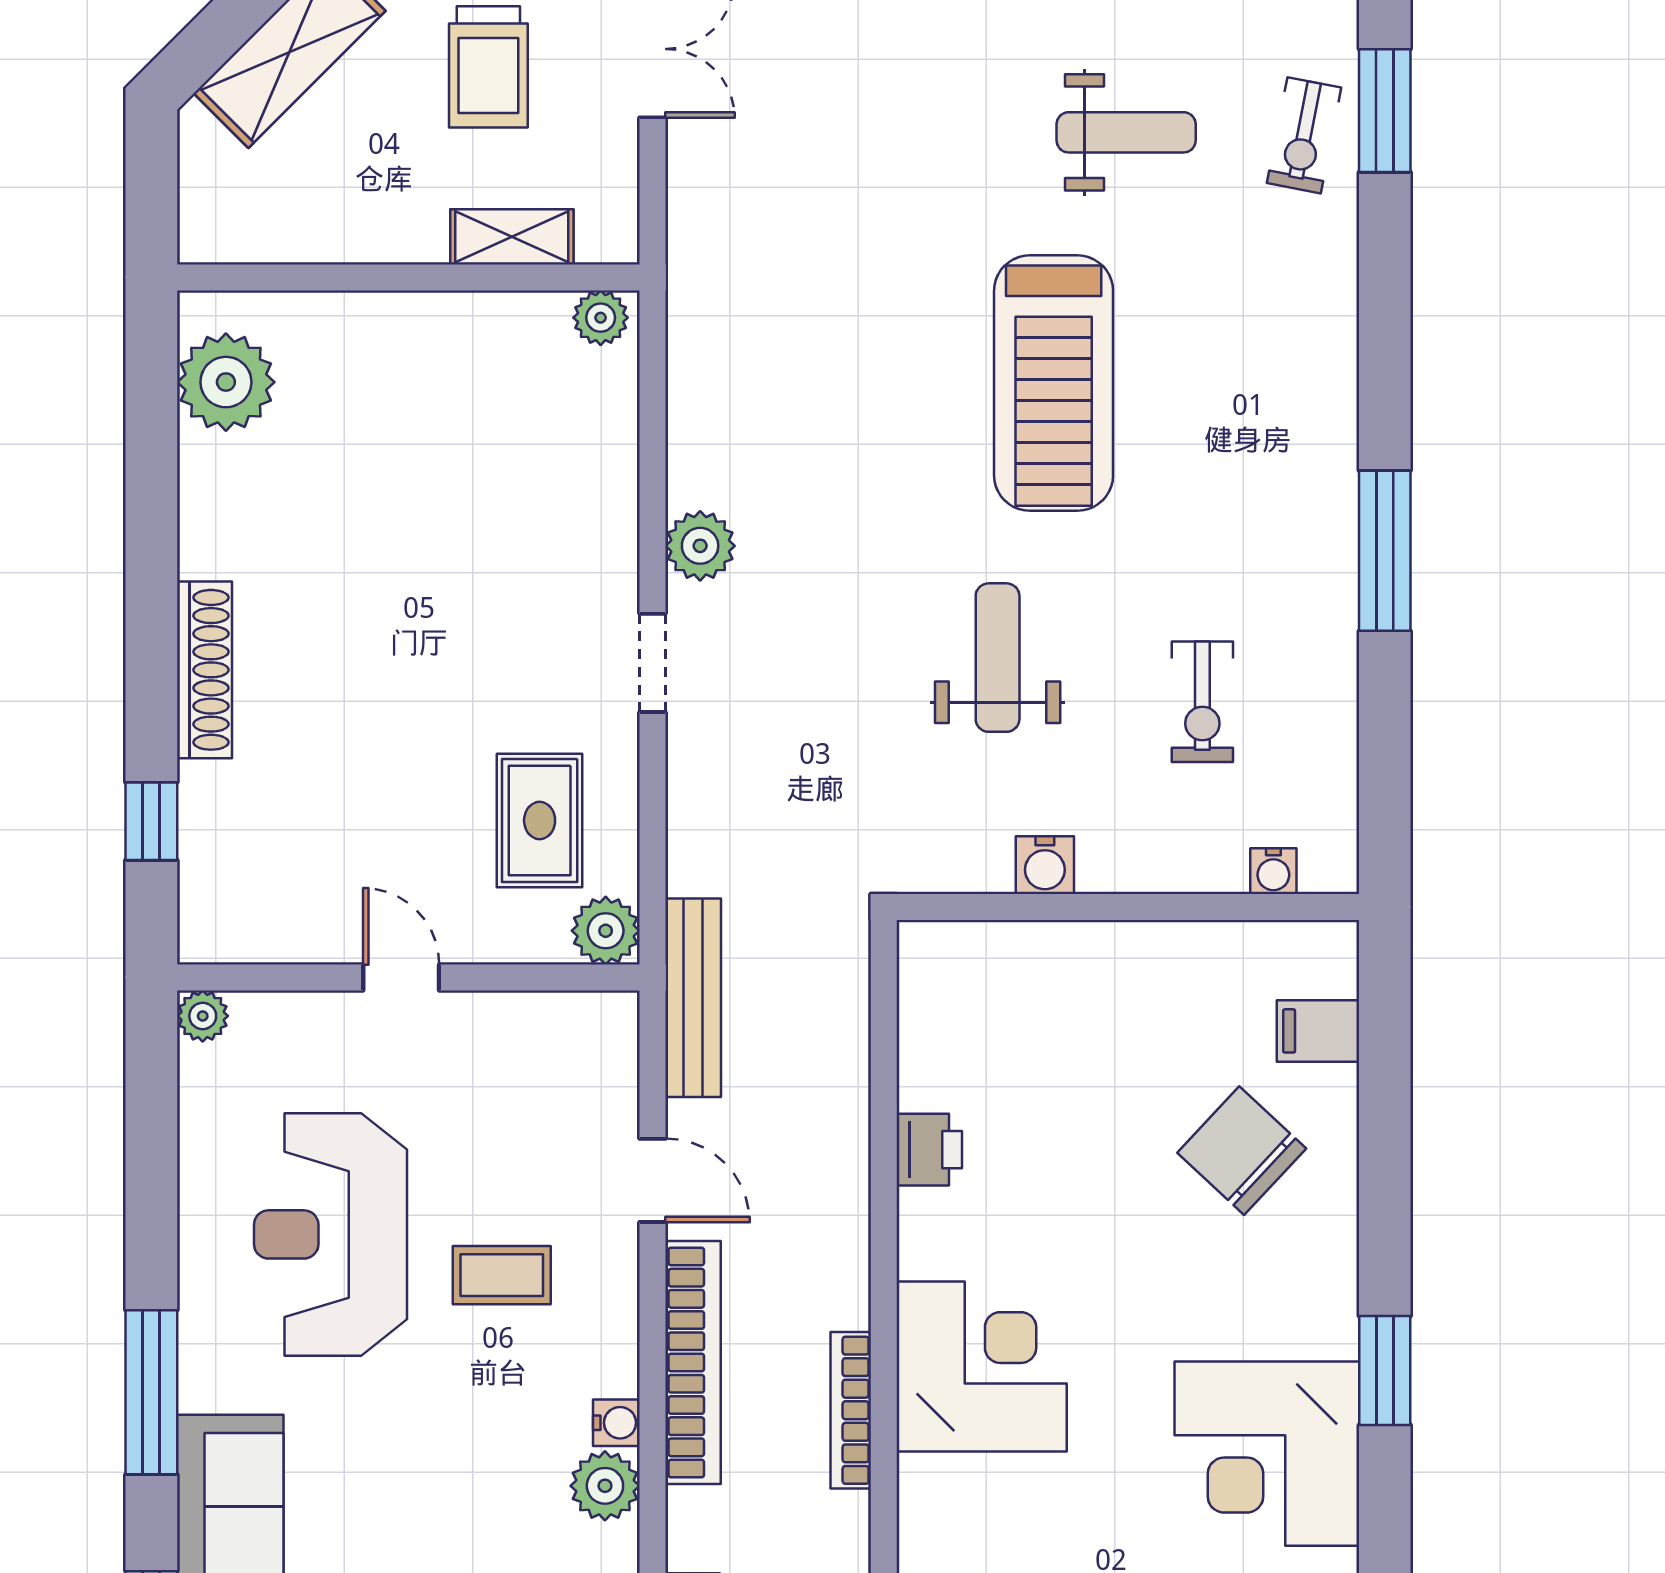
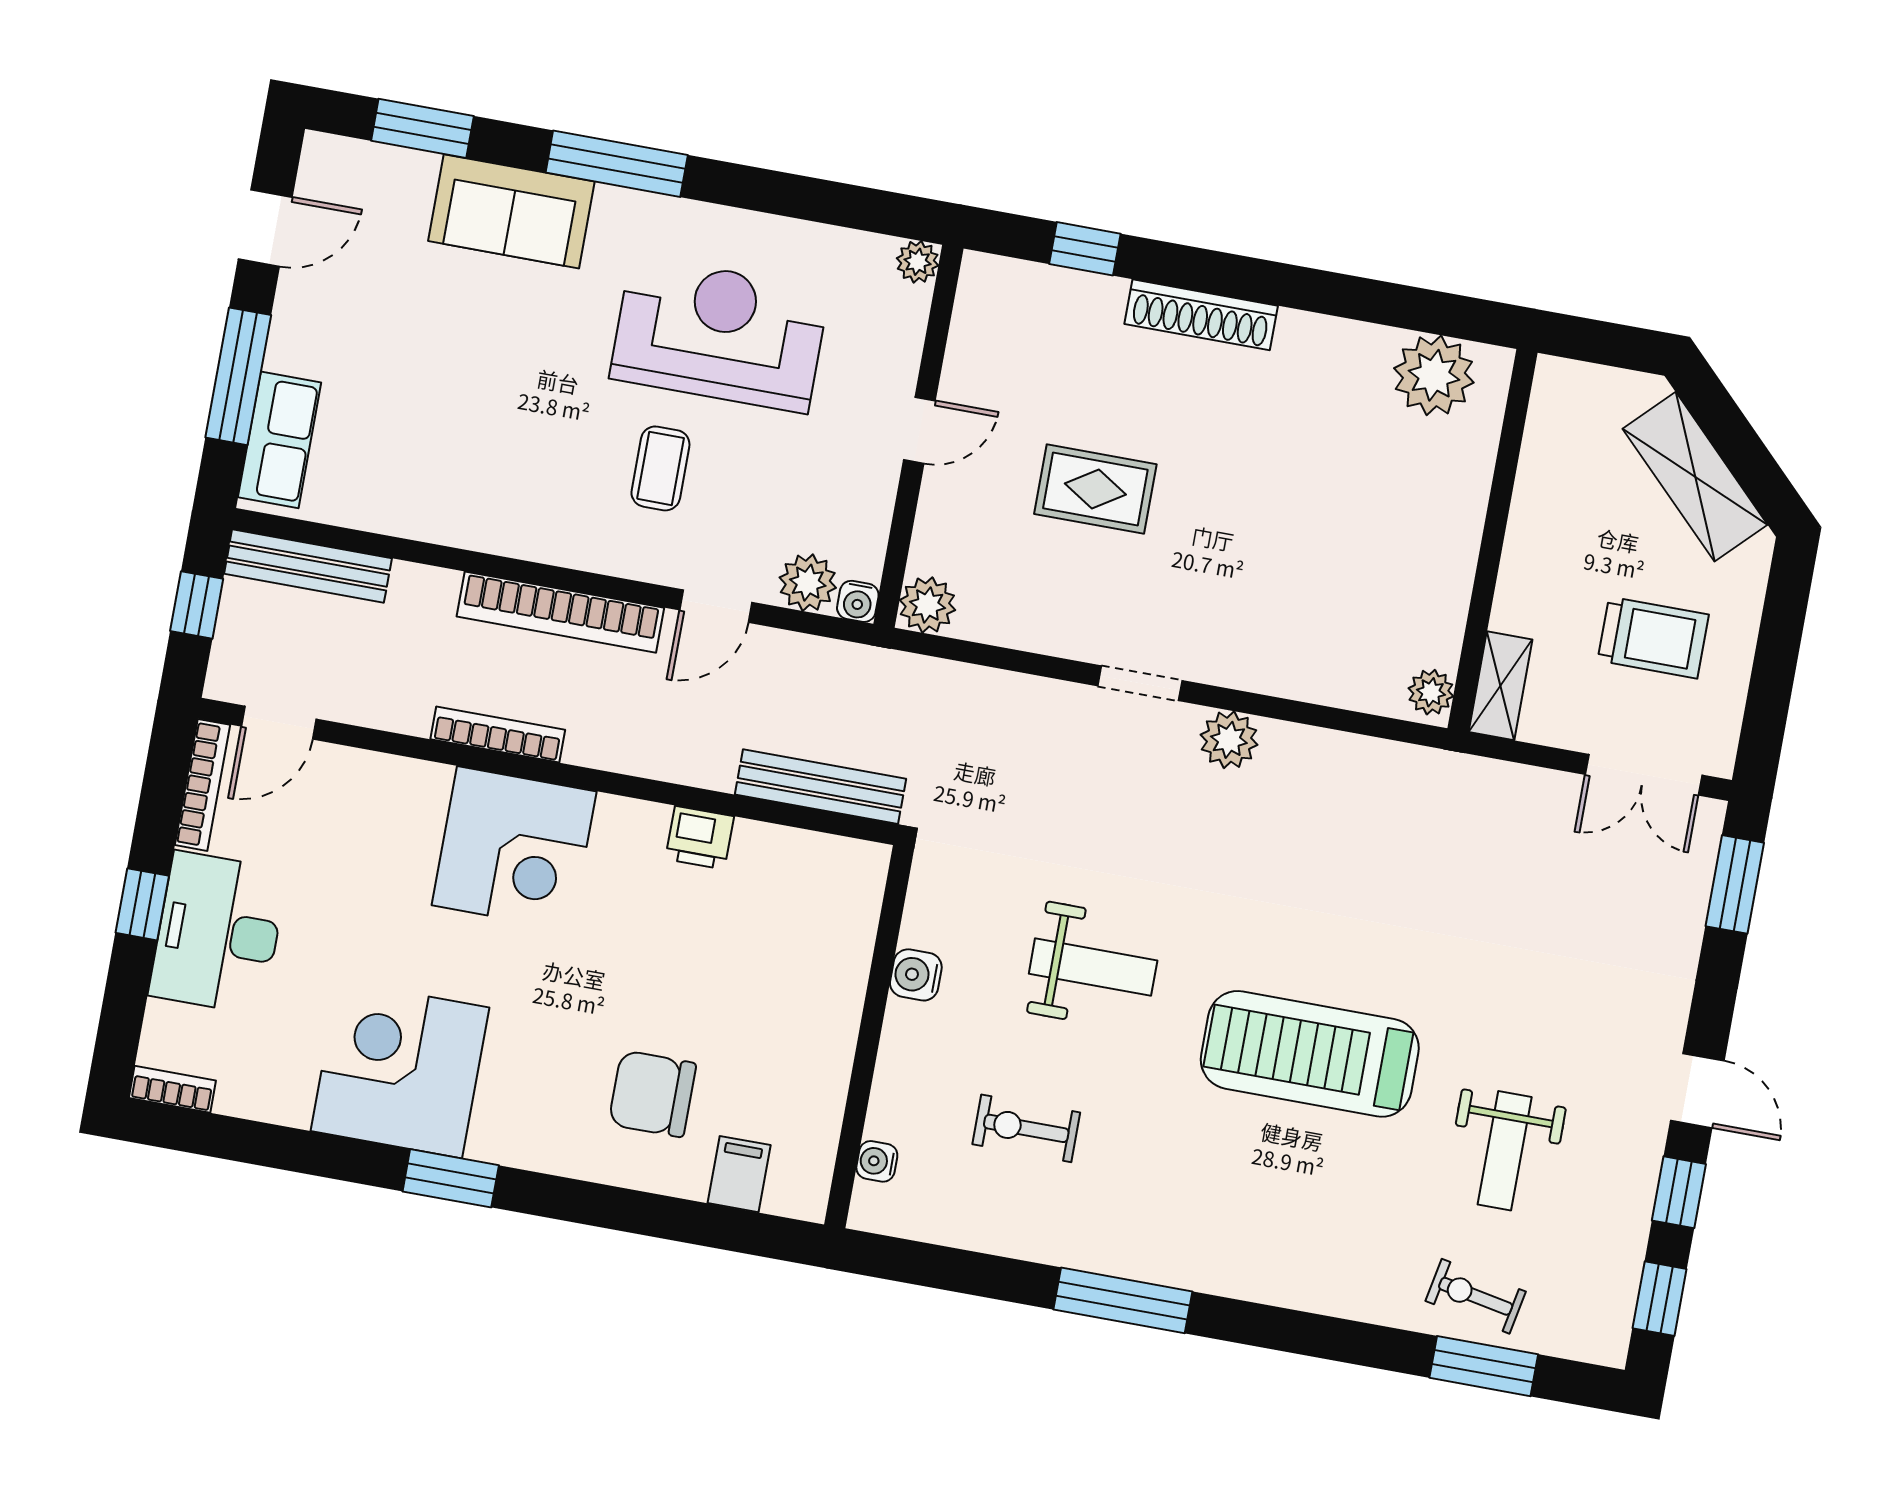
trolley: (488, 67) -> (1653, 638), turned 180
shelving: (512, 237) -> (1501, 686), moved
rug: (540, 820) -> (1095, 489), moved
bench: (693, 998) -> (821, 787), moved
chair: (1242, 1151) -> (652, 1094), turned -133
water cooler: (616, 1423) -> (858, 601), moved
plant: (605, 1486) -> (808, 583), moved

